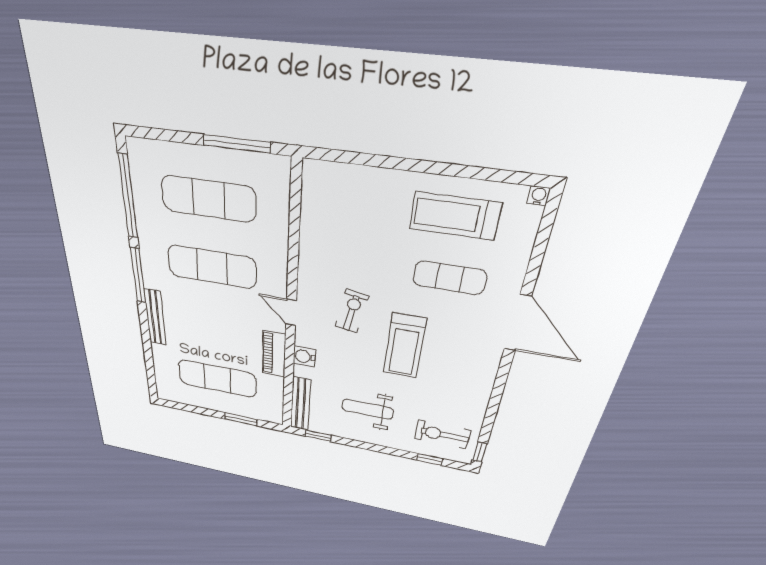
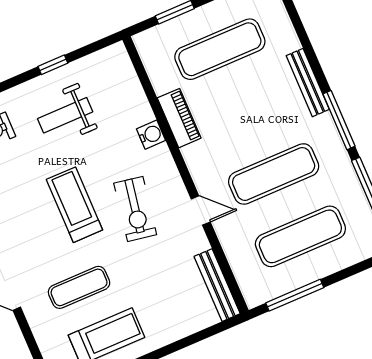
exercise bike: (352, 311) -> (135, 209), width x1.38, depth x1.39
door: (291, 312) -> (201, 210), moved
bench: (301, 404) -> (217, 285), moved
weight bench: (367, 409) -> (65, 115), turned 180
window: (318, 436) -> (53, 65), moved

